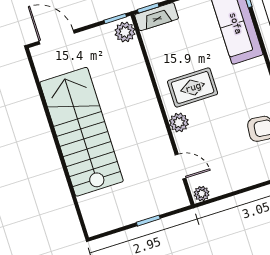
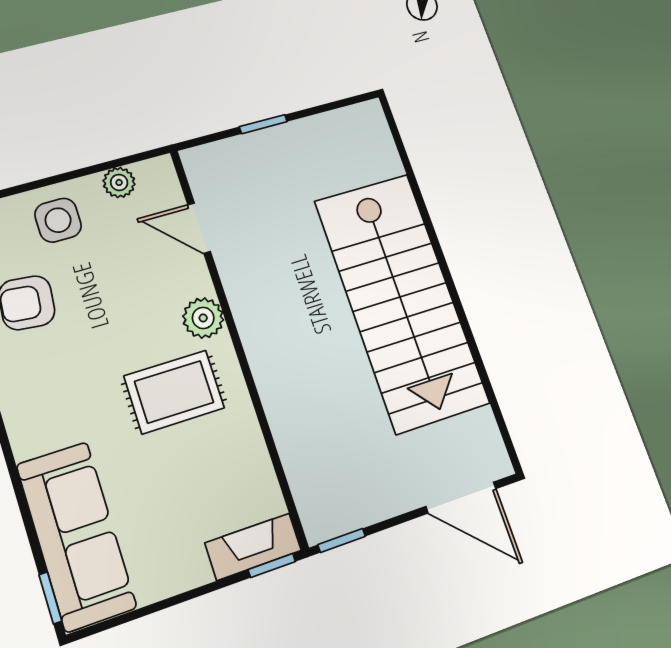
plant: (125, 32) -> (320, 511), removed
side table: (247, 169) -> (58, 220), added
plant: (202, 194) -> (119, 182), moved

